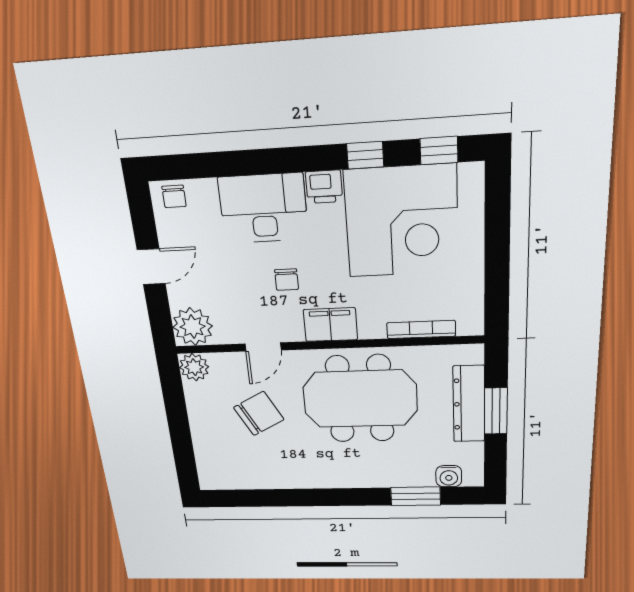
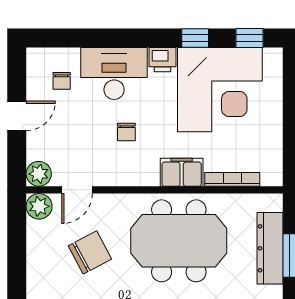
chair: (174, 196) -> (62, 81), moved
filing cabinet: (330, 325) -> (182, 172), moved
plant: (193, 327) -> (39, 174), width x0.73, depth x0.73
door: (263, 347) -> (77, 190), moved

